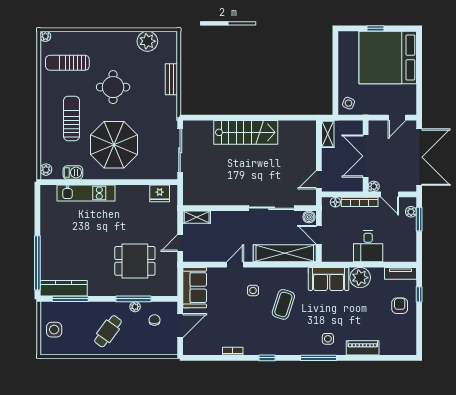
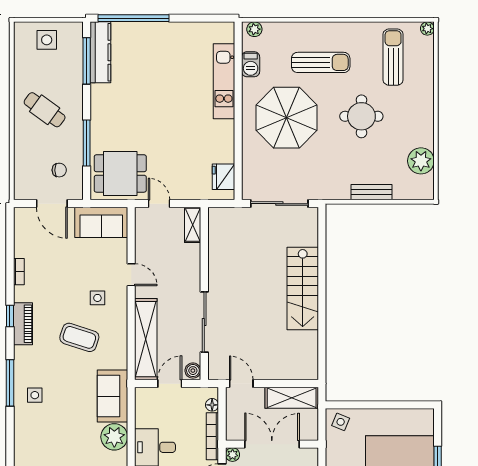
shelving: (328, 134) -> (292, 398), width x1.50, depth x1.33
dining table: (135, 261) -> (120, 173), moved, turned 90
plant: (135, 307) -> (76, 145), removed
piano: (363, 348) -> (23, 324), moved

